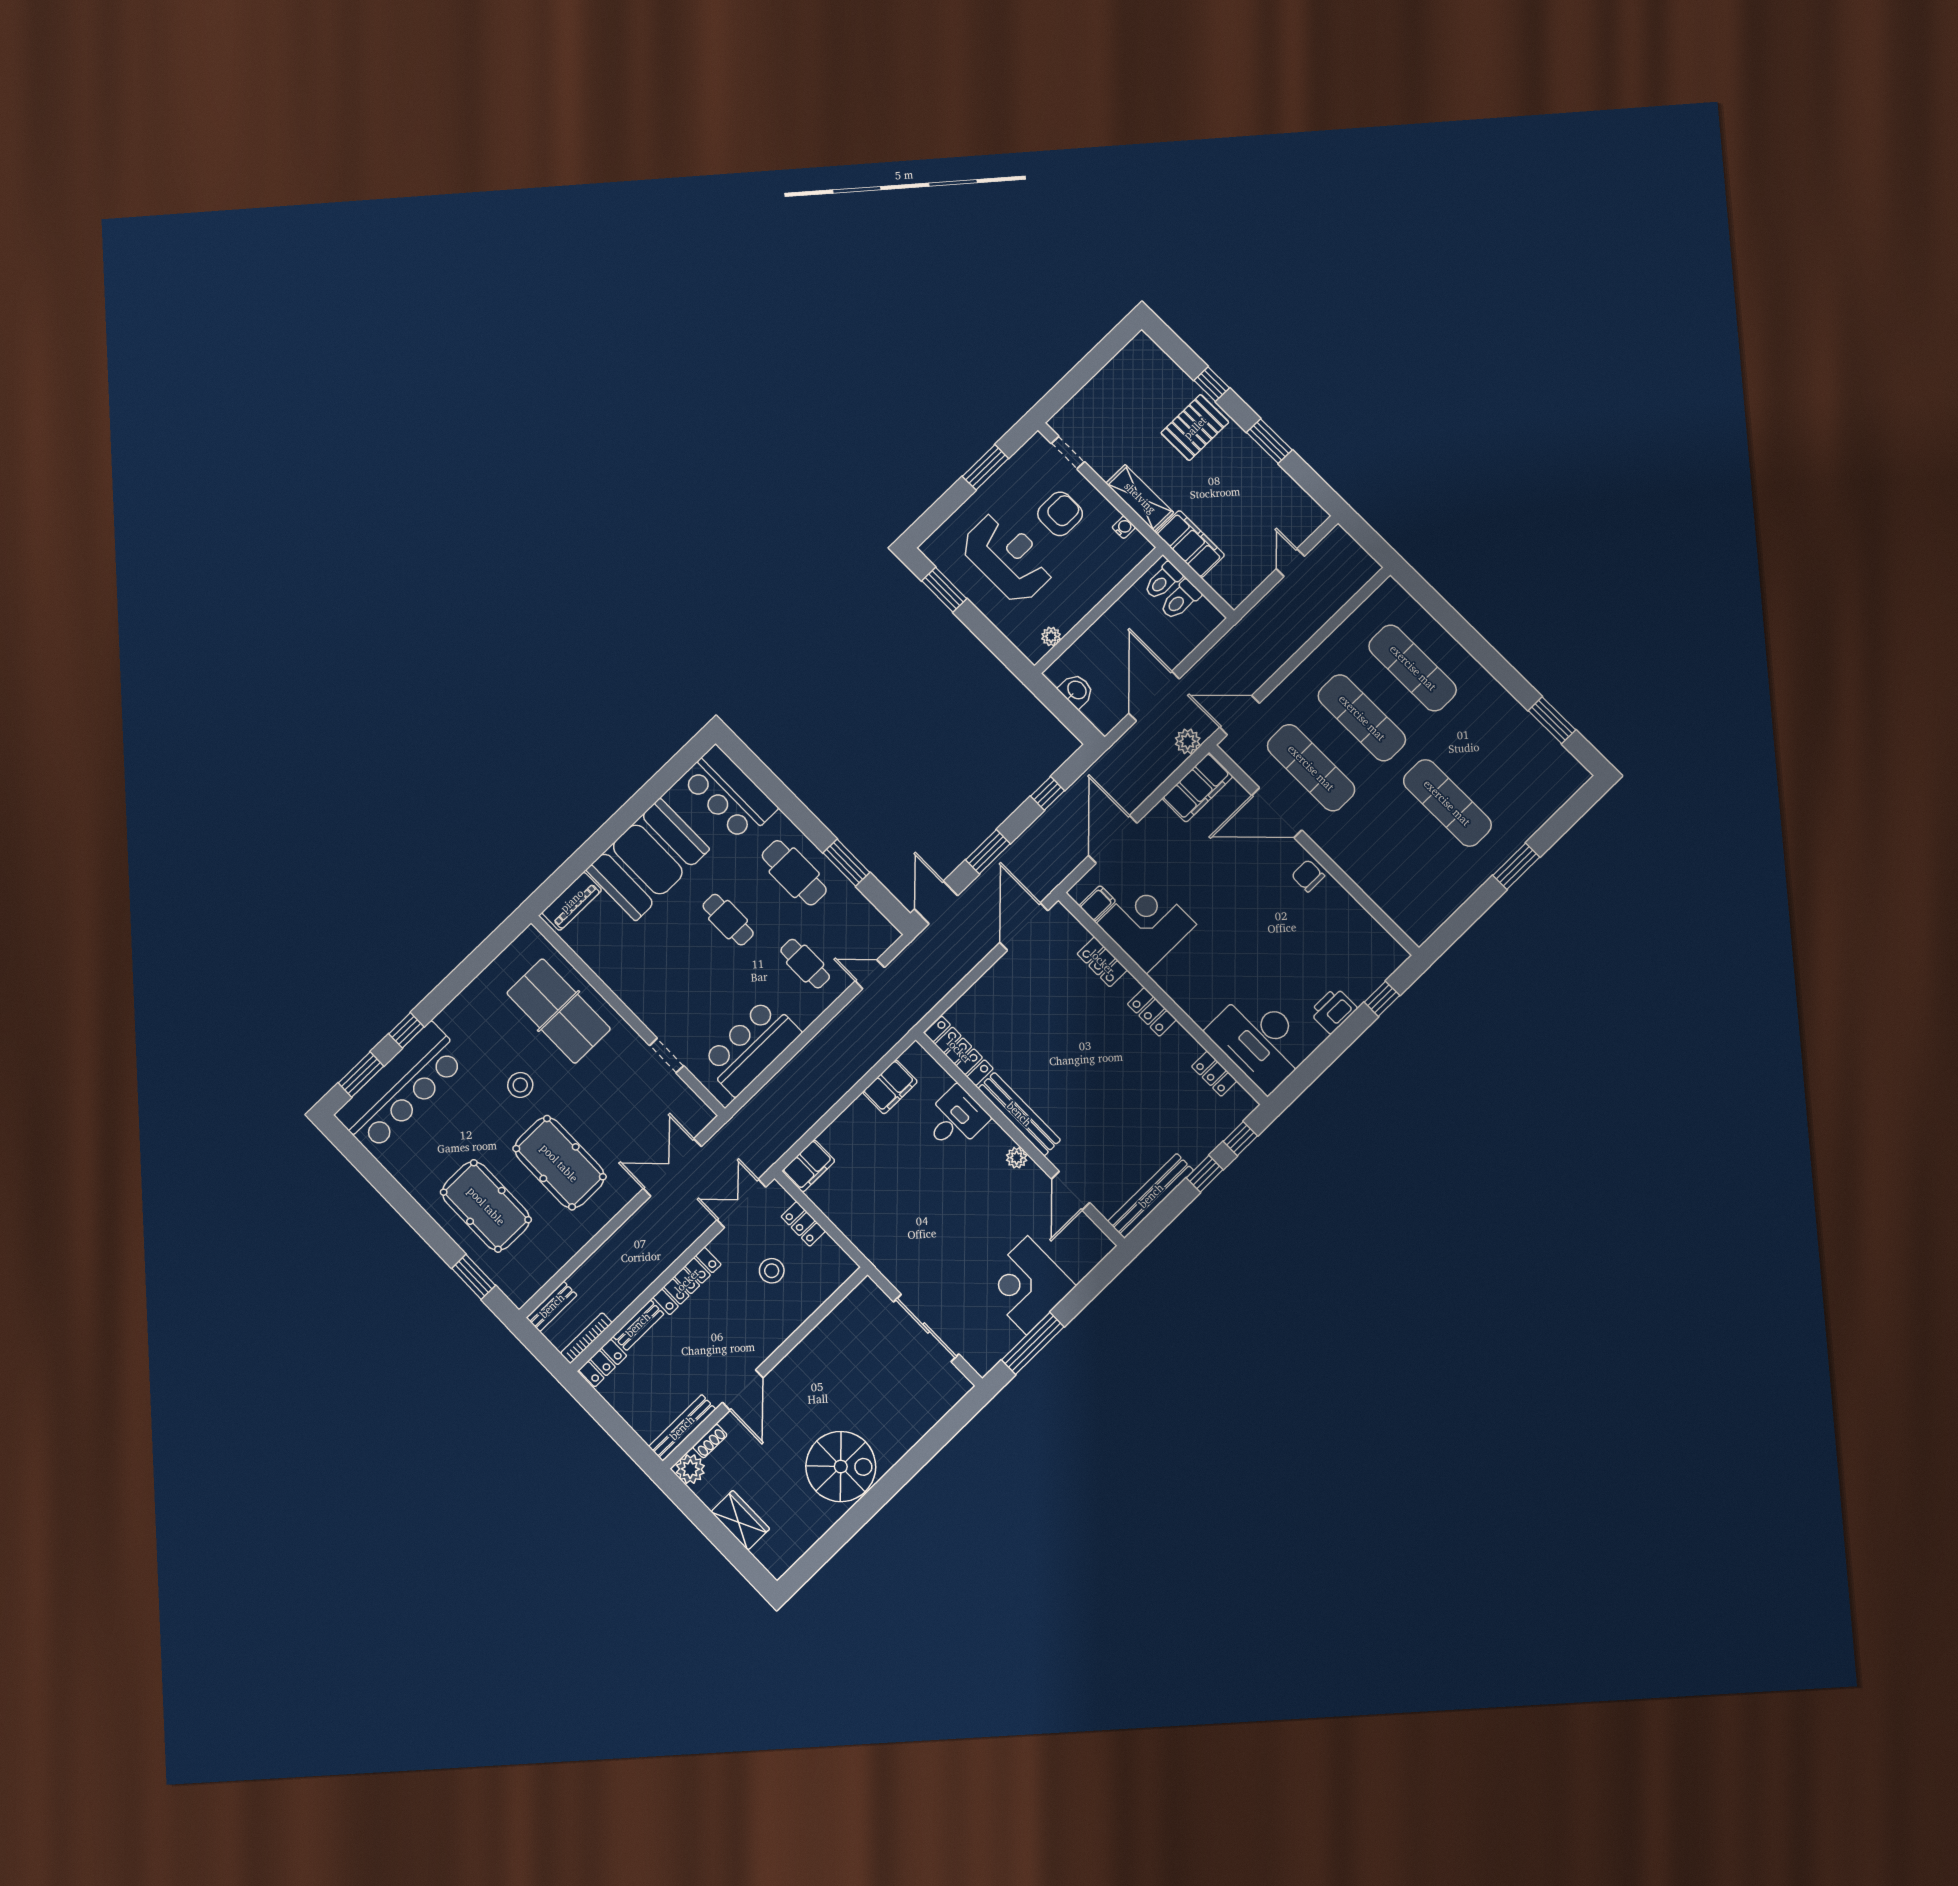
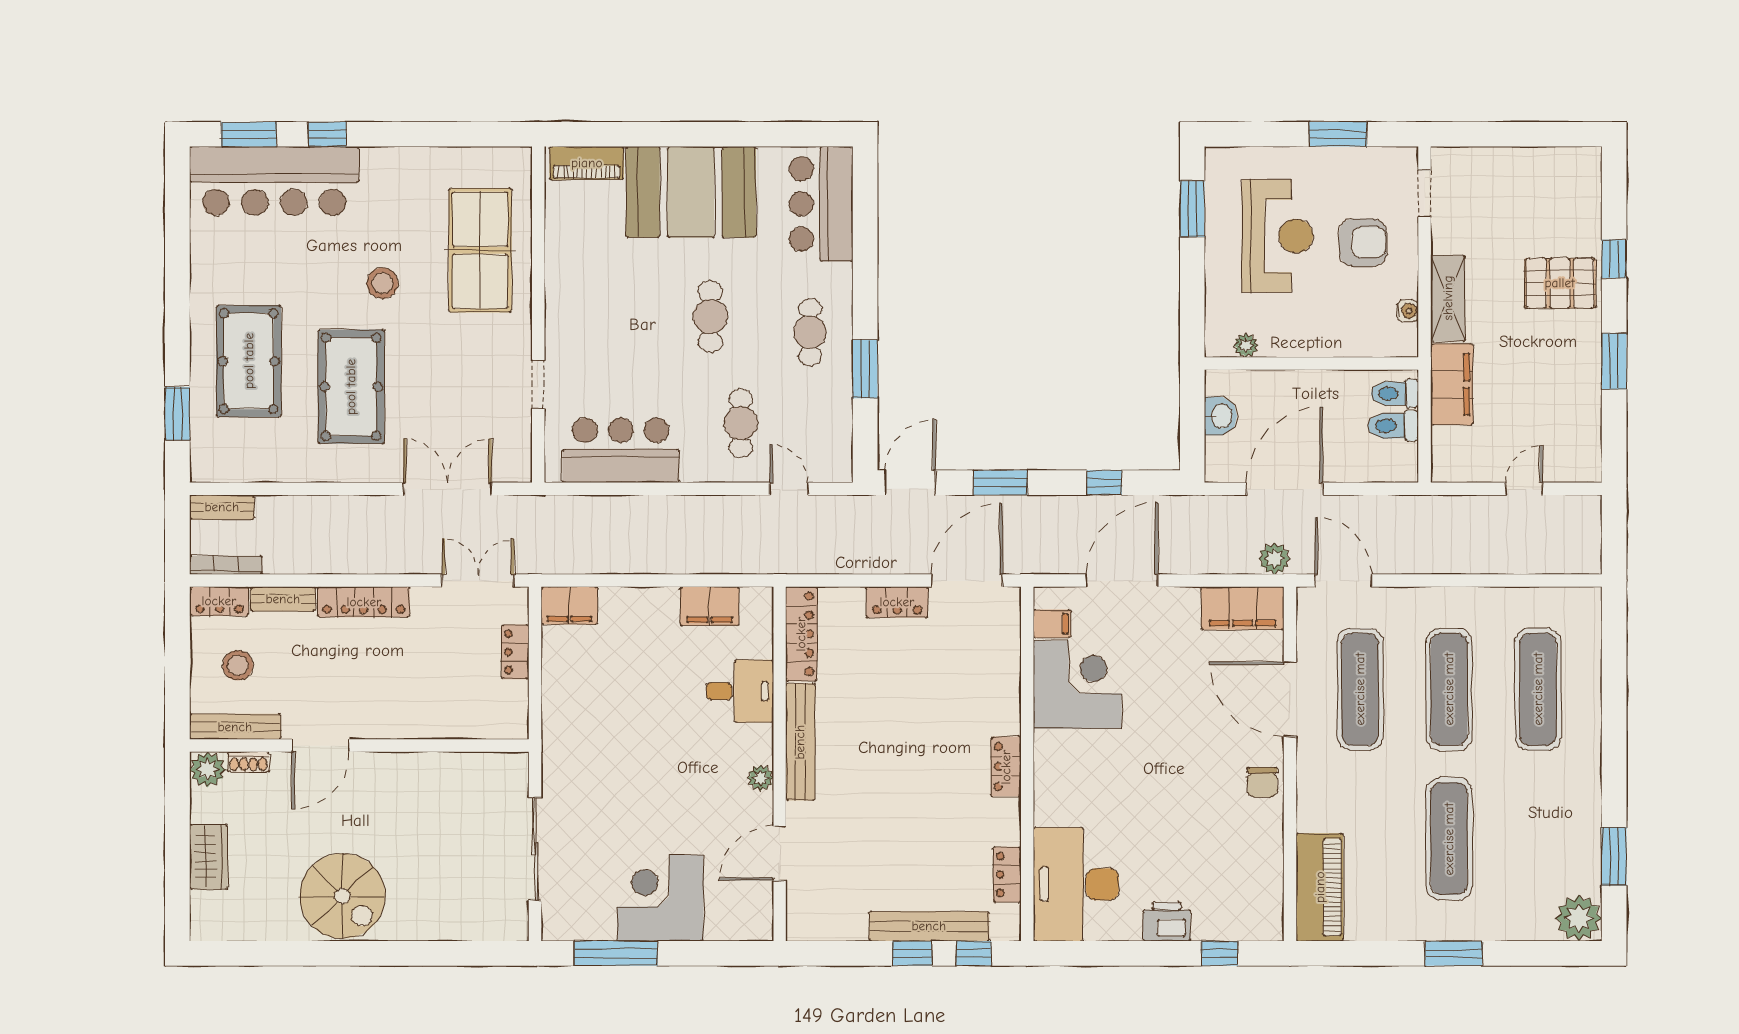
plant: (1567, 775) -> (1579, 918), added
cafe table: (794, 873) -> (810, 332), width x0.73, depth x0.74
chair: (1308, 876) -> (1262, 782), turned 180
piano: (1401, 904) -> (1320, 887), added
locker: (1102, 962) -> (897, 602), moved, turned -90
bench: (1151, 1196) -> (929, 926), moved
stool: (772, 1271) -> (238, 665), moved

